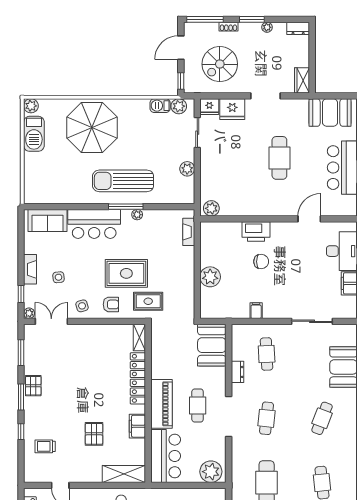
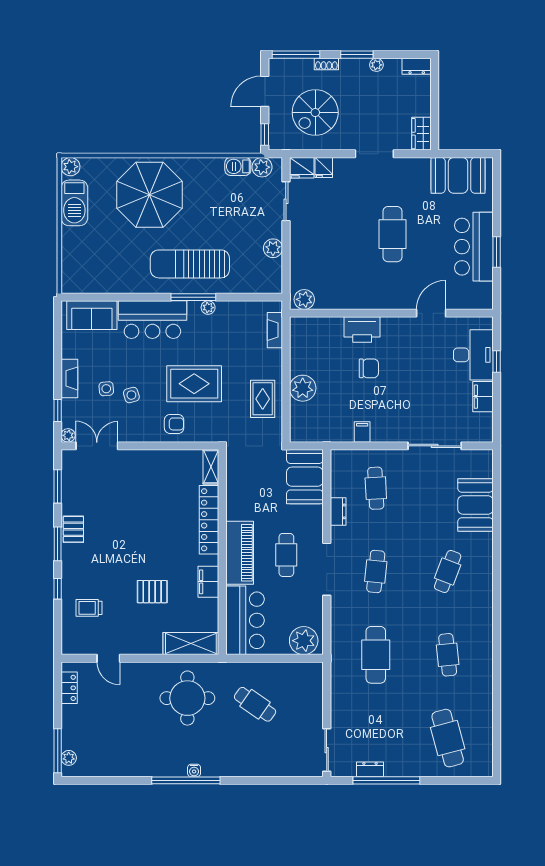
fridge: (232, 109) -> (324, 167), width x0.53, depth x0.75
rug: (148, 301) -> (263, 399), moved, turned 90
side table: (82, 306) -> (131, 395), moved
pallet: (94, 434) -> (152, 592), turned 90

